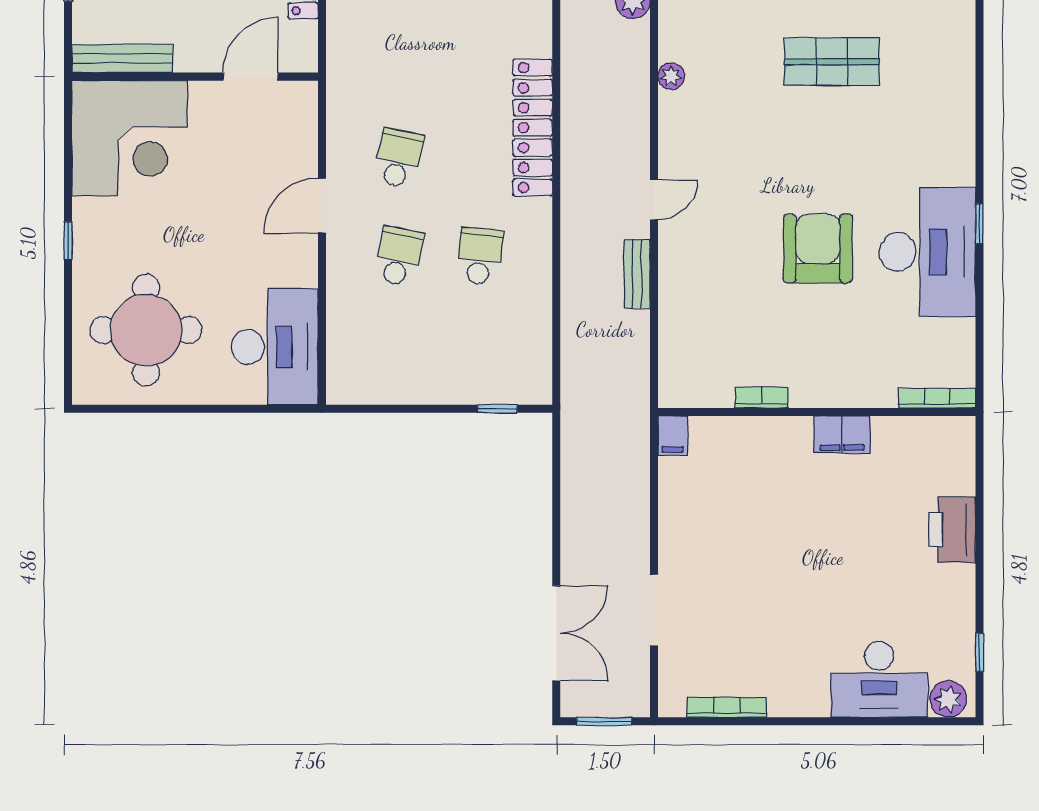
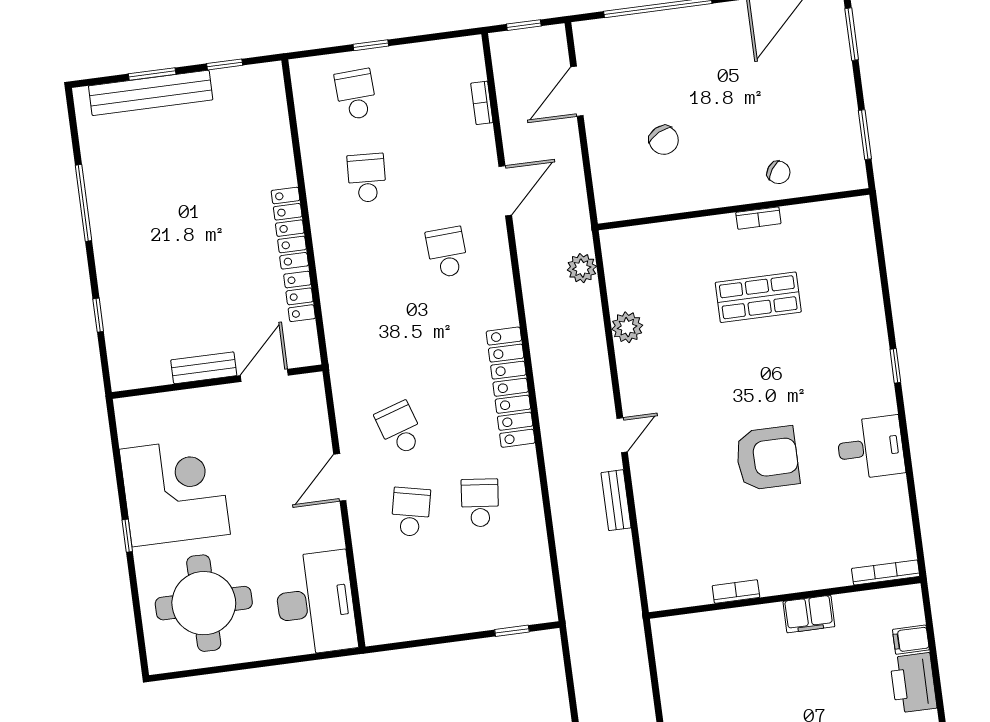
bench: (122, 59) -> (204, 368), moved, width x0.73
plant: (671, 76) -> (627, 327), width x1.38, depth x1.38
corner desk: (130, 138) -> (175, 492), moved, turned -90
school desk: (399, 158) -> (400, 428), turned -30
window: (980, 224) -> (895, 366), moved
armchair: (818, 248) -> (767, 458), turned 90
desk: (927, 252) -> (871, 448), width x0.53, depth x0.77
filing cabinet: (673, 436) -> (911, 640), moved, turned 90

